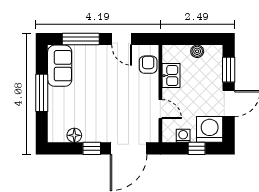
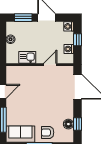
armchair: (148, 65) -> (48, 132), moved
washing machine: (210, 129) -> (69, 26), width x0.53, depth x0.53
window: (92, 148) -> (78, 124), moved

